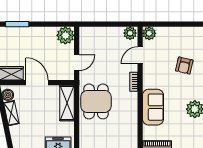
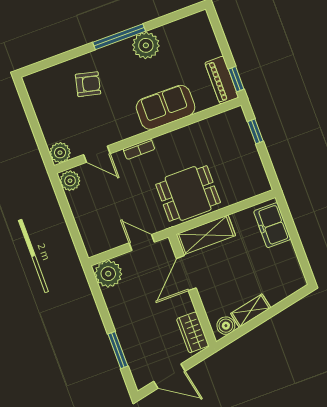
door: (37, 83) -> (186, 273), moved

